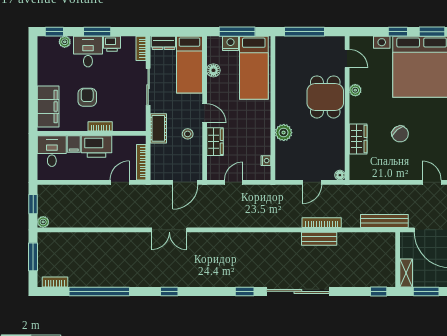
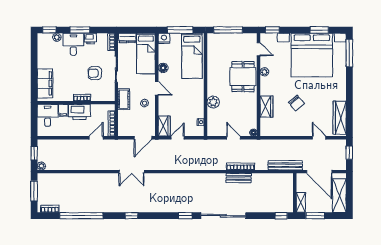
window: (398, 32) -> (272, 30), moved
nightstand: (230, 43) -> (164, 38), moved
floor lamp: (213, 70) -> (163, 68), moved
armchair: (87, 97) -> (95, 73), moved, turned -90
wardrobe: (215, 142) -> (164, 126), moved
door: (312, 182) -> (233, 138), swing flipped

